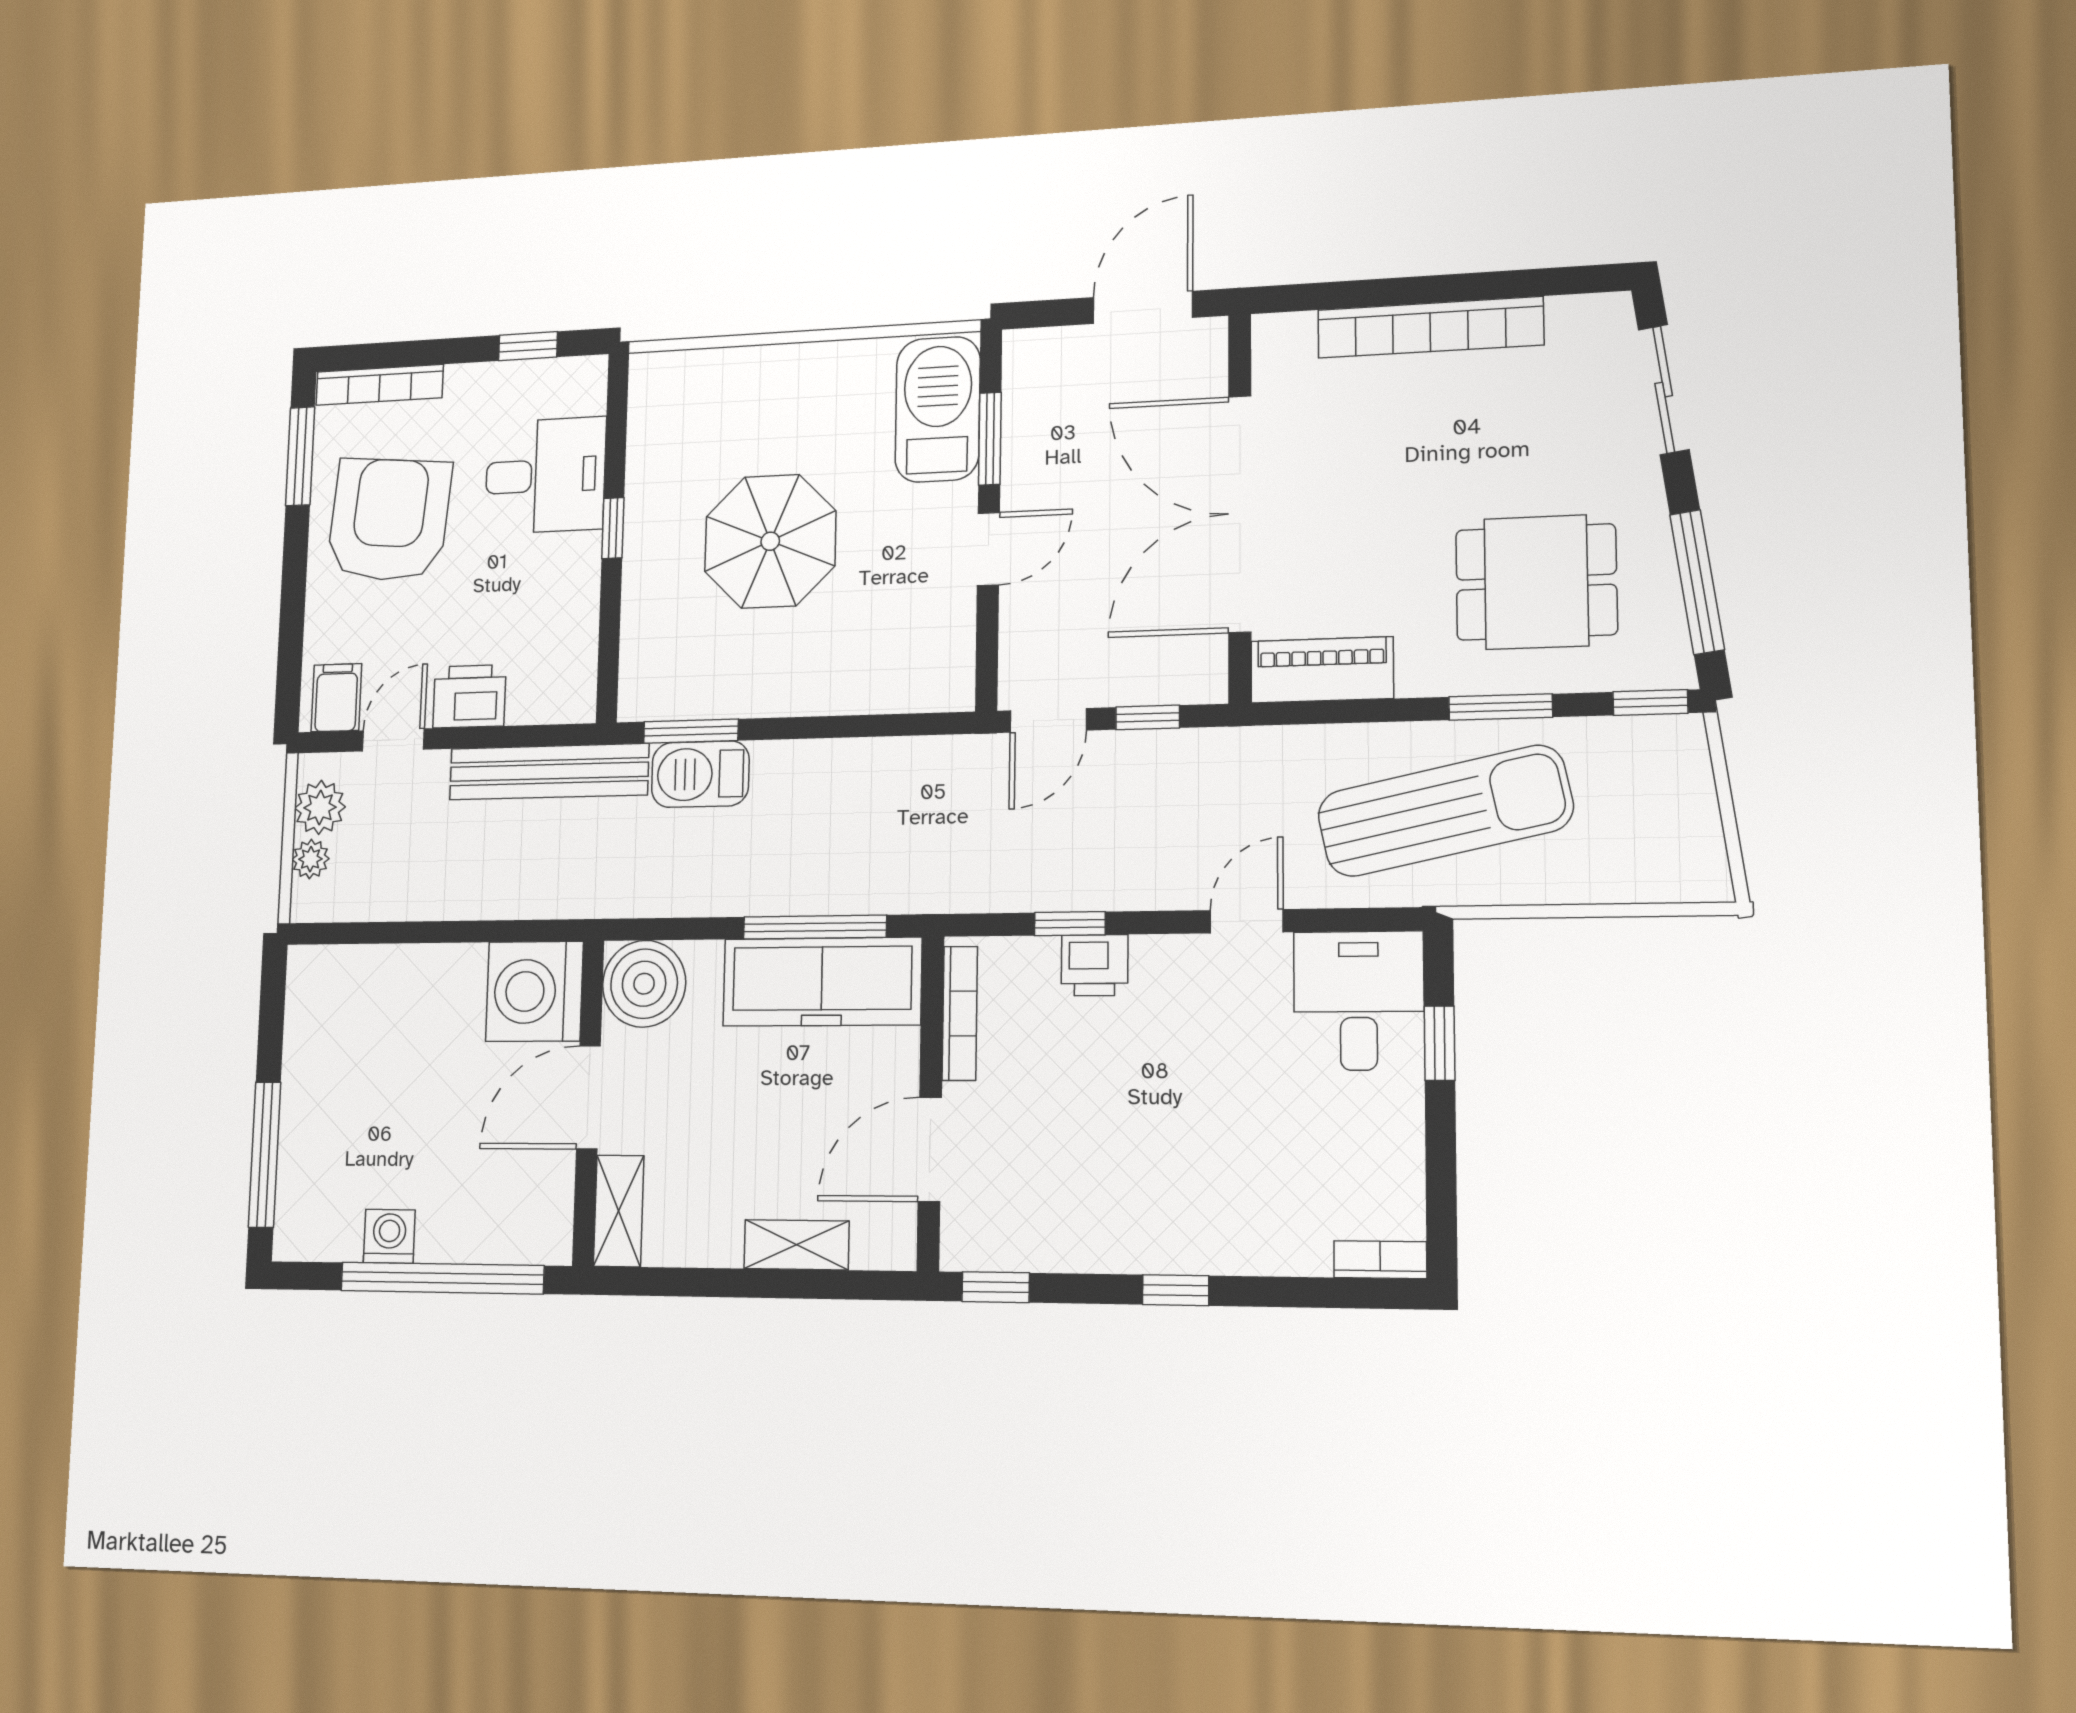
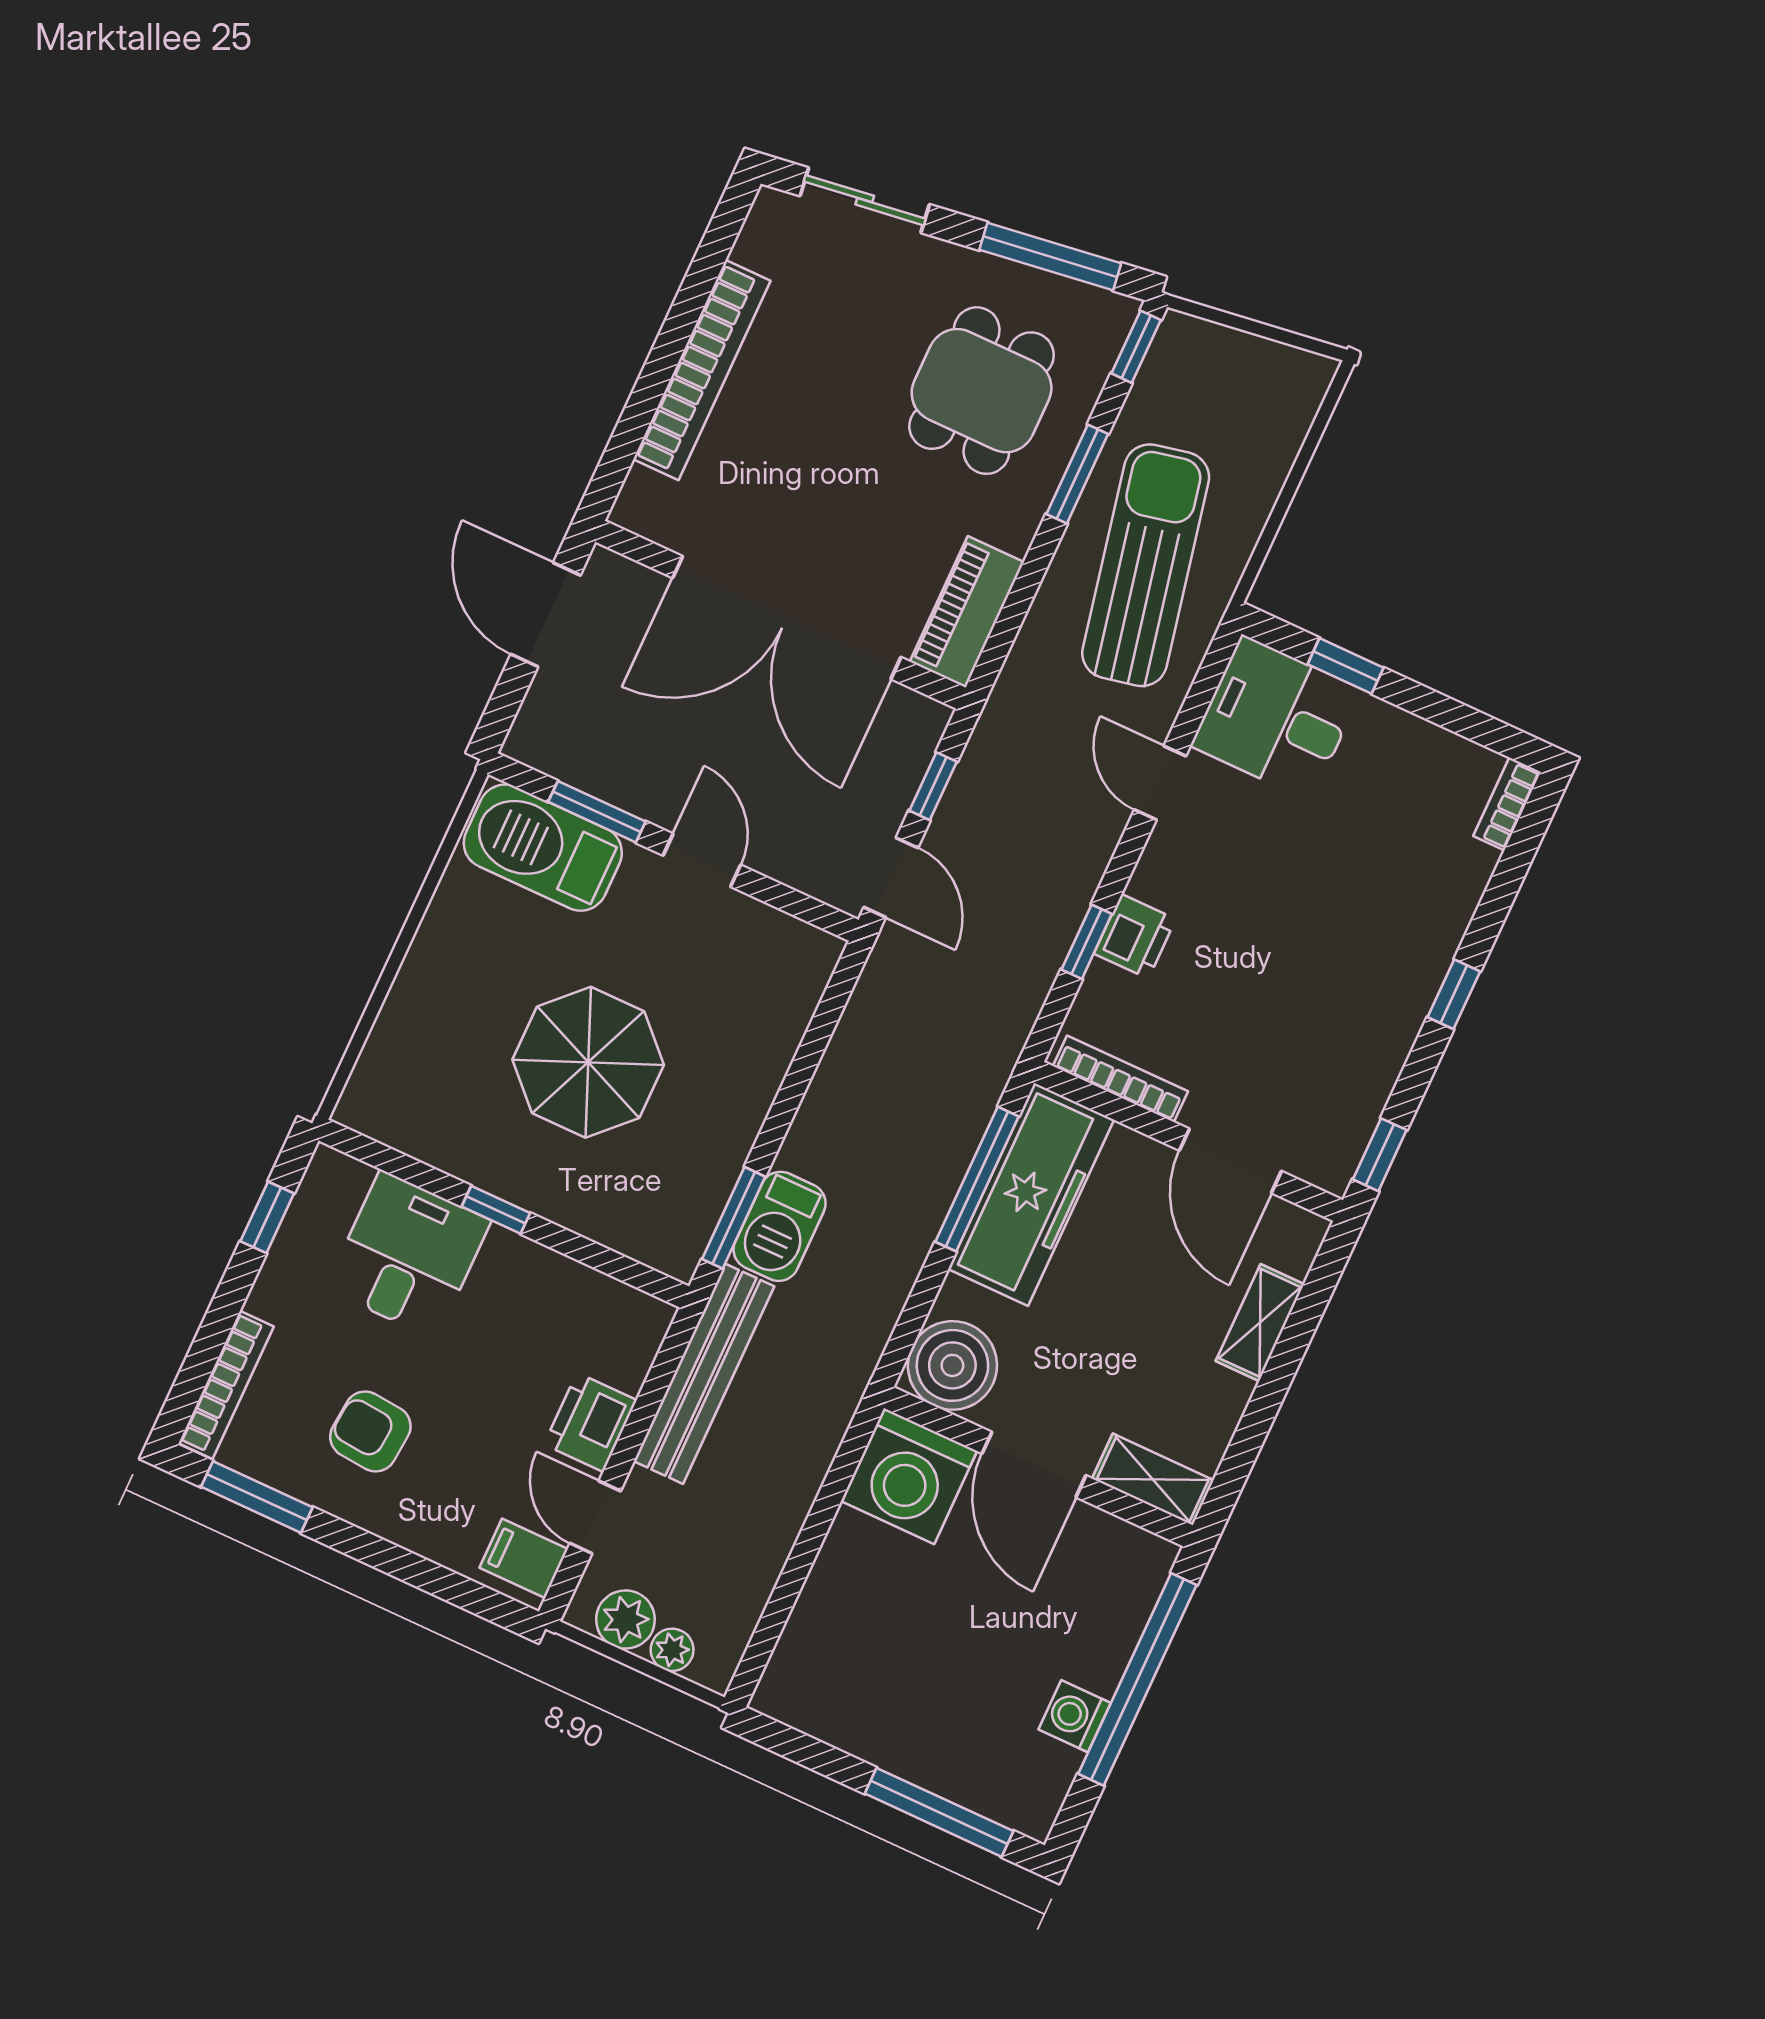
armchair: (389, 520) -> (370, 1431), width x0.53, depth x0.53

